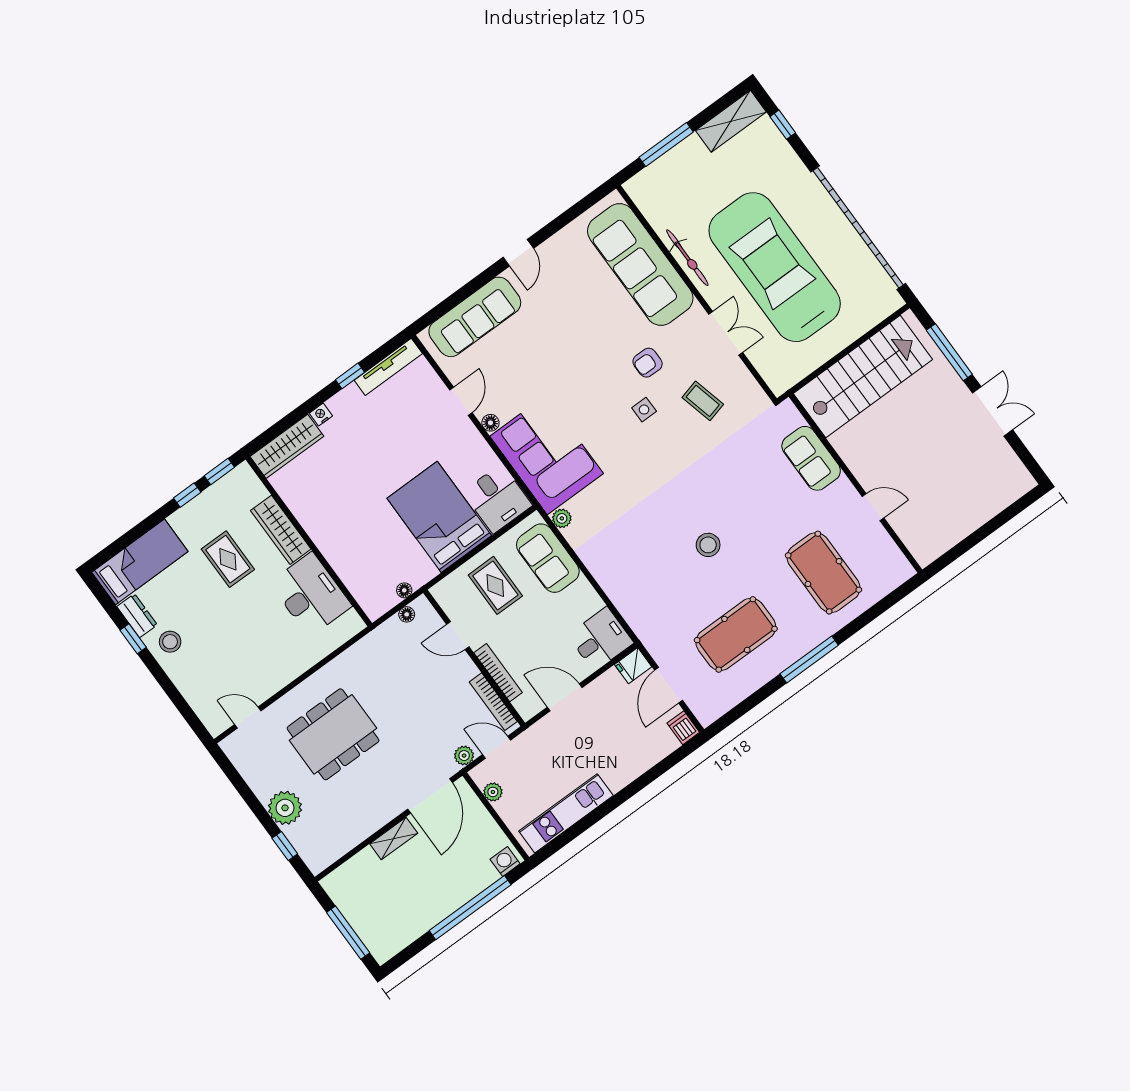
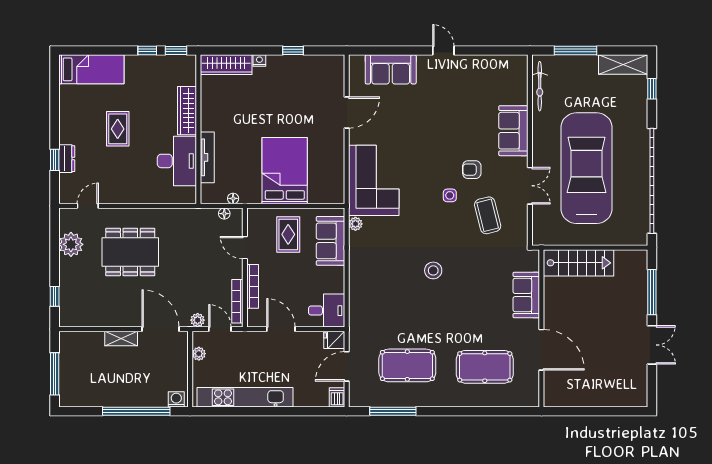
door: (518, 253) -> (443, 51), swing flipped
bicycle: (687, 258) -> (540, 86), moved
sofa: (640, 264) -> (513, 131), width x0.54, depth x0.79
sofa: (475, 317) -> (391, 69), width x0.73
tv unit: (388, 367) -> (207, 157), moved, turned -90
stairs: (863, 377) -> (579, 263), width x0.73, depth x0.66
door: (461, 401) -> (347, 112), width x1.38
coffee table: (703, 401) -> (488, 215), width x1.36, depth x1.30
floor lamp: (490, 423) -> (355, 138), removed
desk: (497, 499) -> (326, 185), removed
door: (873, 507) -> (541, 350), width x1.87
stool: (708, 545) -> (433, 270), moved
rug: (228, 559) -> (118, 129), moved
pool table: (824, 573) -> (485, 367), turned 90
dresser: (137, 616) -> (67, 159), moved
window: (133, 639) -> (55, 160), moved
stool: (170, 642) -> (75, 129), removed
window: (809, 659) -> (393, 411), moved
door: (248, 718) -> (88, 206), hinge flipped
door: (430, 796) -> (160, 329), swing flipped
plant: (285, 808) -> (71, 244), moved
kitchen unit: (566, 813) -> (245, 397), width x1.36

